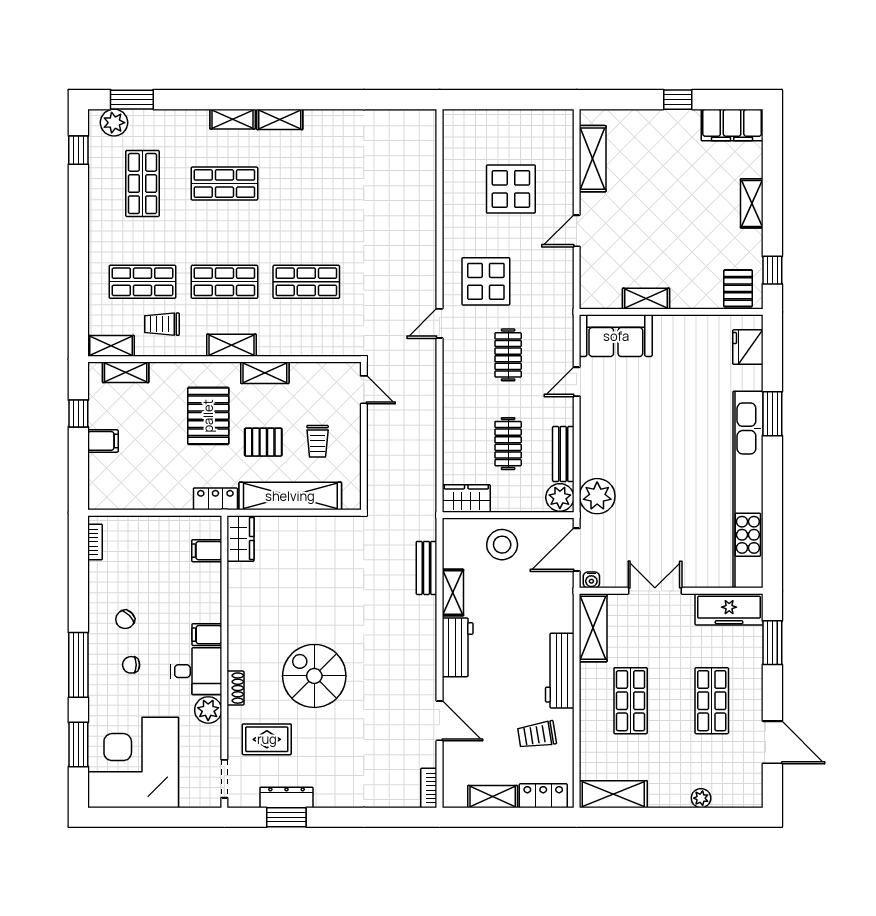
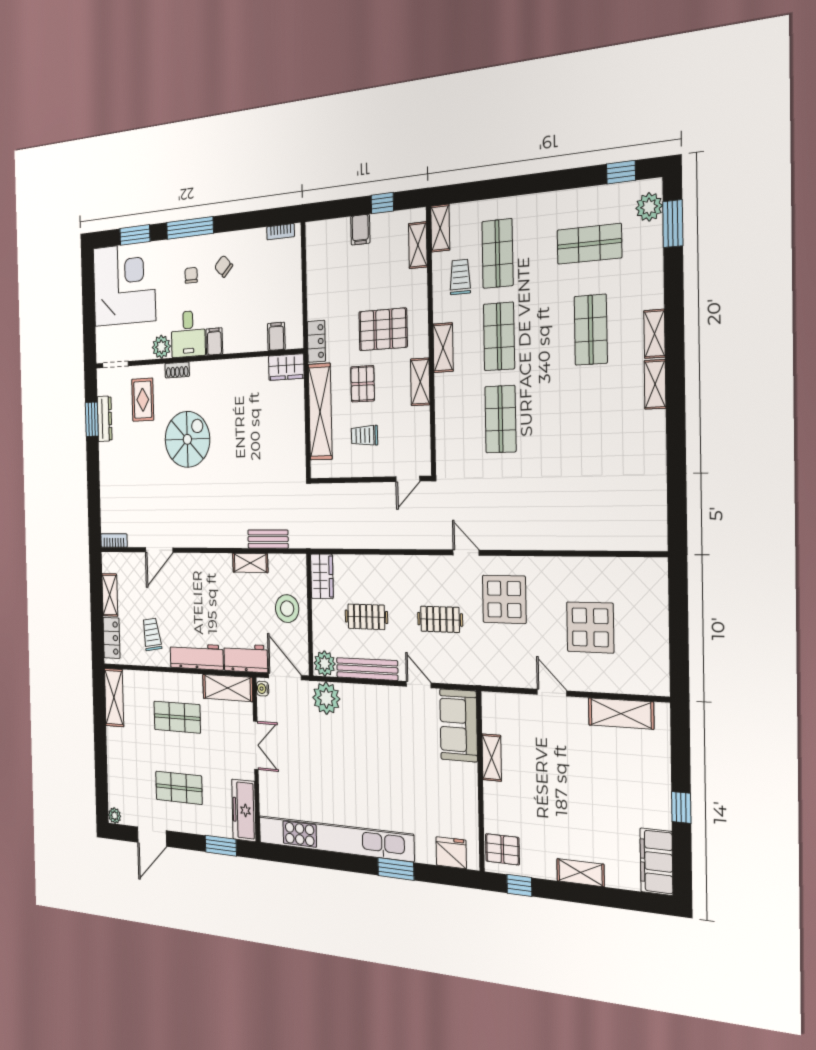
bench: (563, 454) -> (367, 669), width x1.36
workbench: (458, 647) -> (246, 658), moved, turned 180
plant: (701, 798) -> (115, 816), moved

